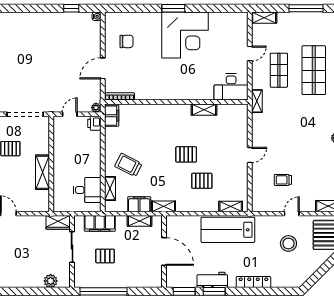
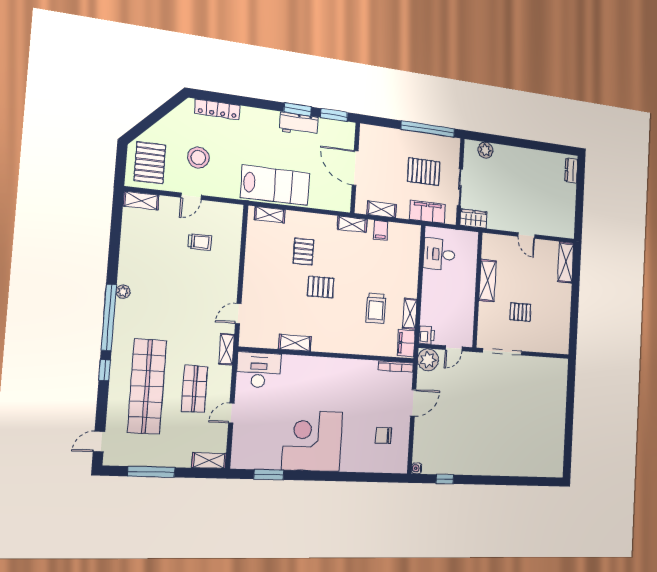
window: (173, 8) -> (269, 475), moved
shop shelf: (314, 70) -> (147, 386), width x1.40
plant: (96, 108) -> (428, 360), width x1.88, depth x1.88
door: (250, 155) -> (238, 314), moved
trolley: (128, 165) -> (376, 308), moved, turned 63
pallet: (202, 181) -> (303, 252), turned 90
shelving: (110, 188) -> (410, 314), moved
filing cabinet: (139, 204) -> (381, 230), width x0.50
pallet: (105, 256) -> (424, 172), width x1.50, depth x1.42
locker: (253, 282) -> (217, 109), moved

